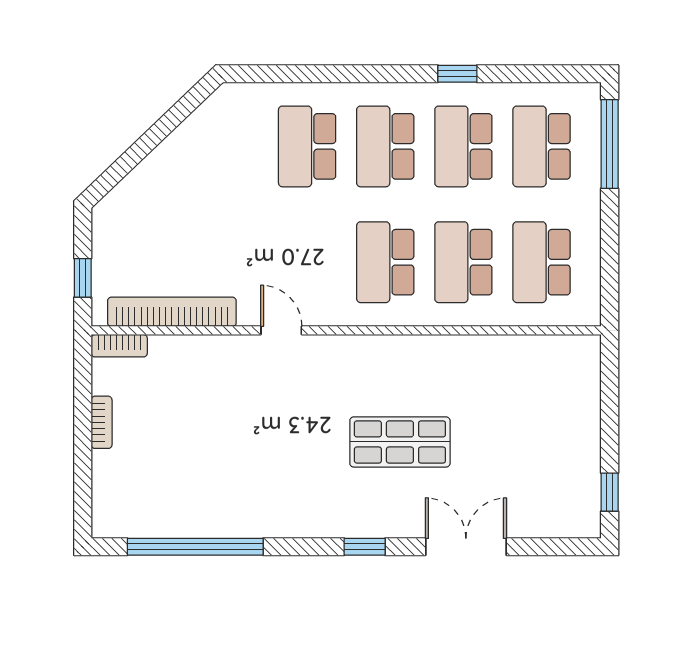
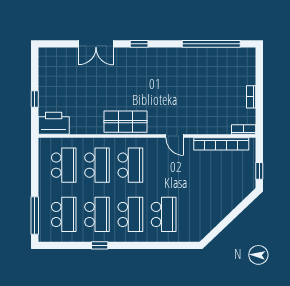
window: (83, 278) -> (259, 171), moved
printer: (565, 360) -> (54, 123), added
shop shelf: (400, 442) -> (125, 122), moved
window: (610, 492) -> (35, 99), moved

